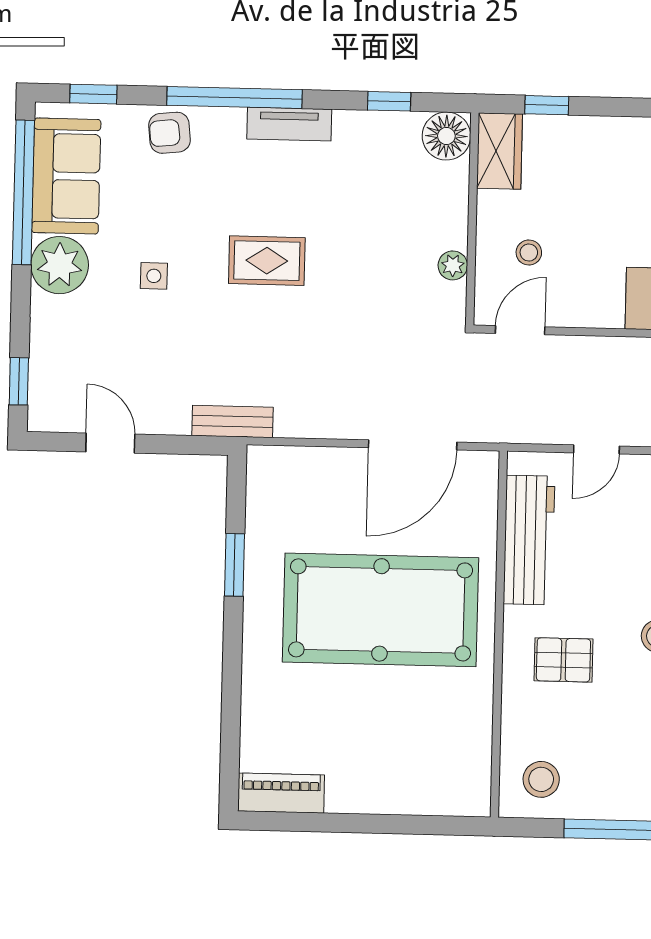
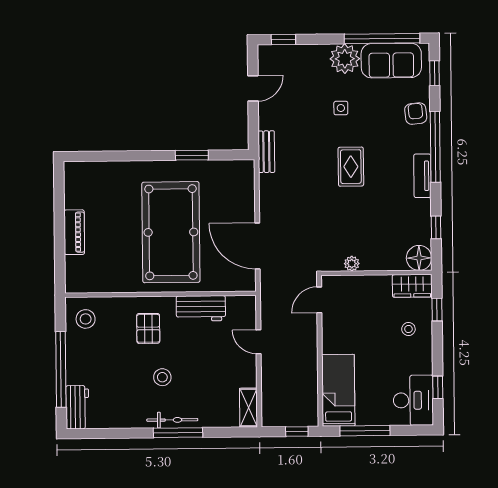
stool: (529, 253) -> (408, 329), moved
door: (520, 330) -> (319, 300), swing flipped
workbench: (529, 540) -> (201, 308), width x0.73
piano: (281, 793) -> (74, 232), moved

